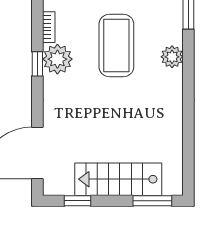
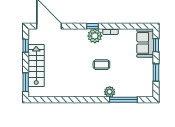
coffee table: (116, 46) -> (101, 65), width x0.54, depth x0.58
plant: (172, 57) -> (110, 92), moved

